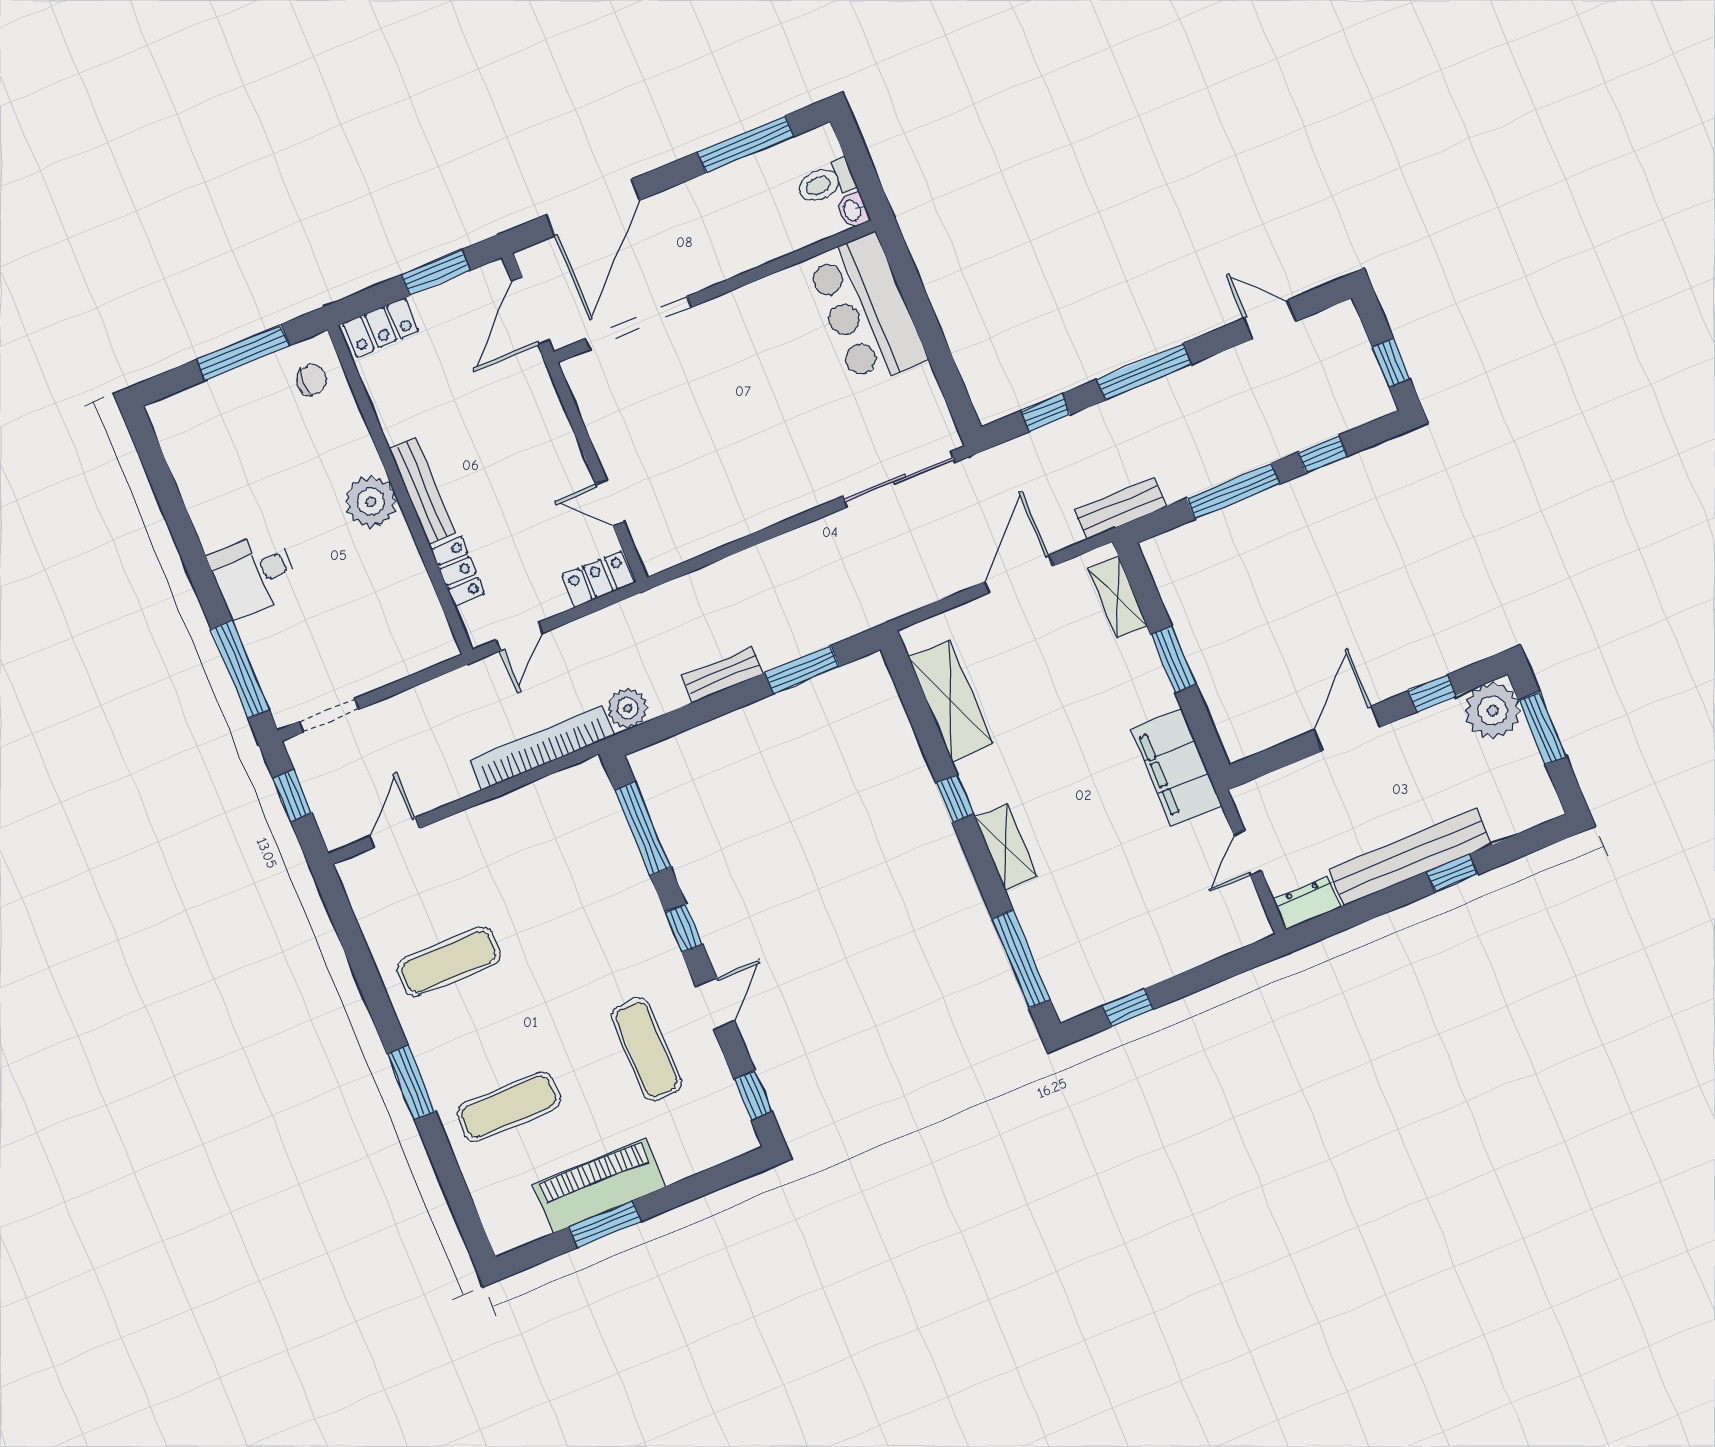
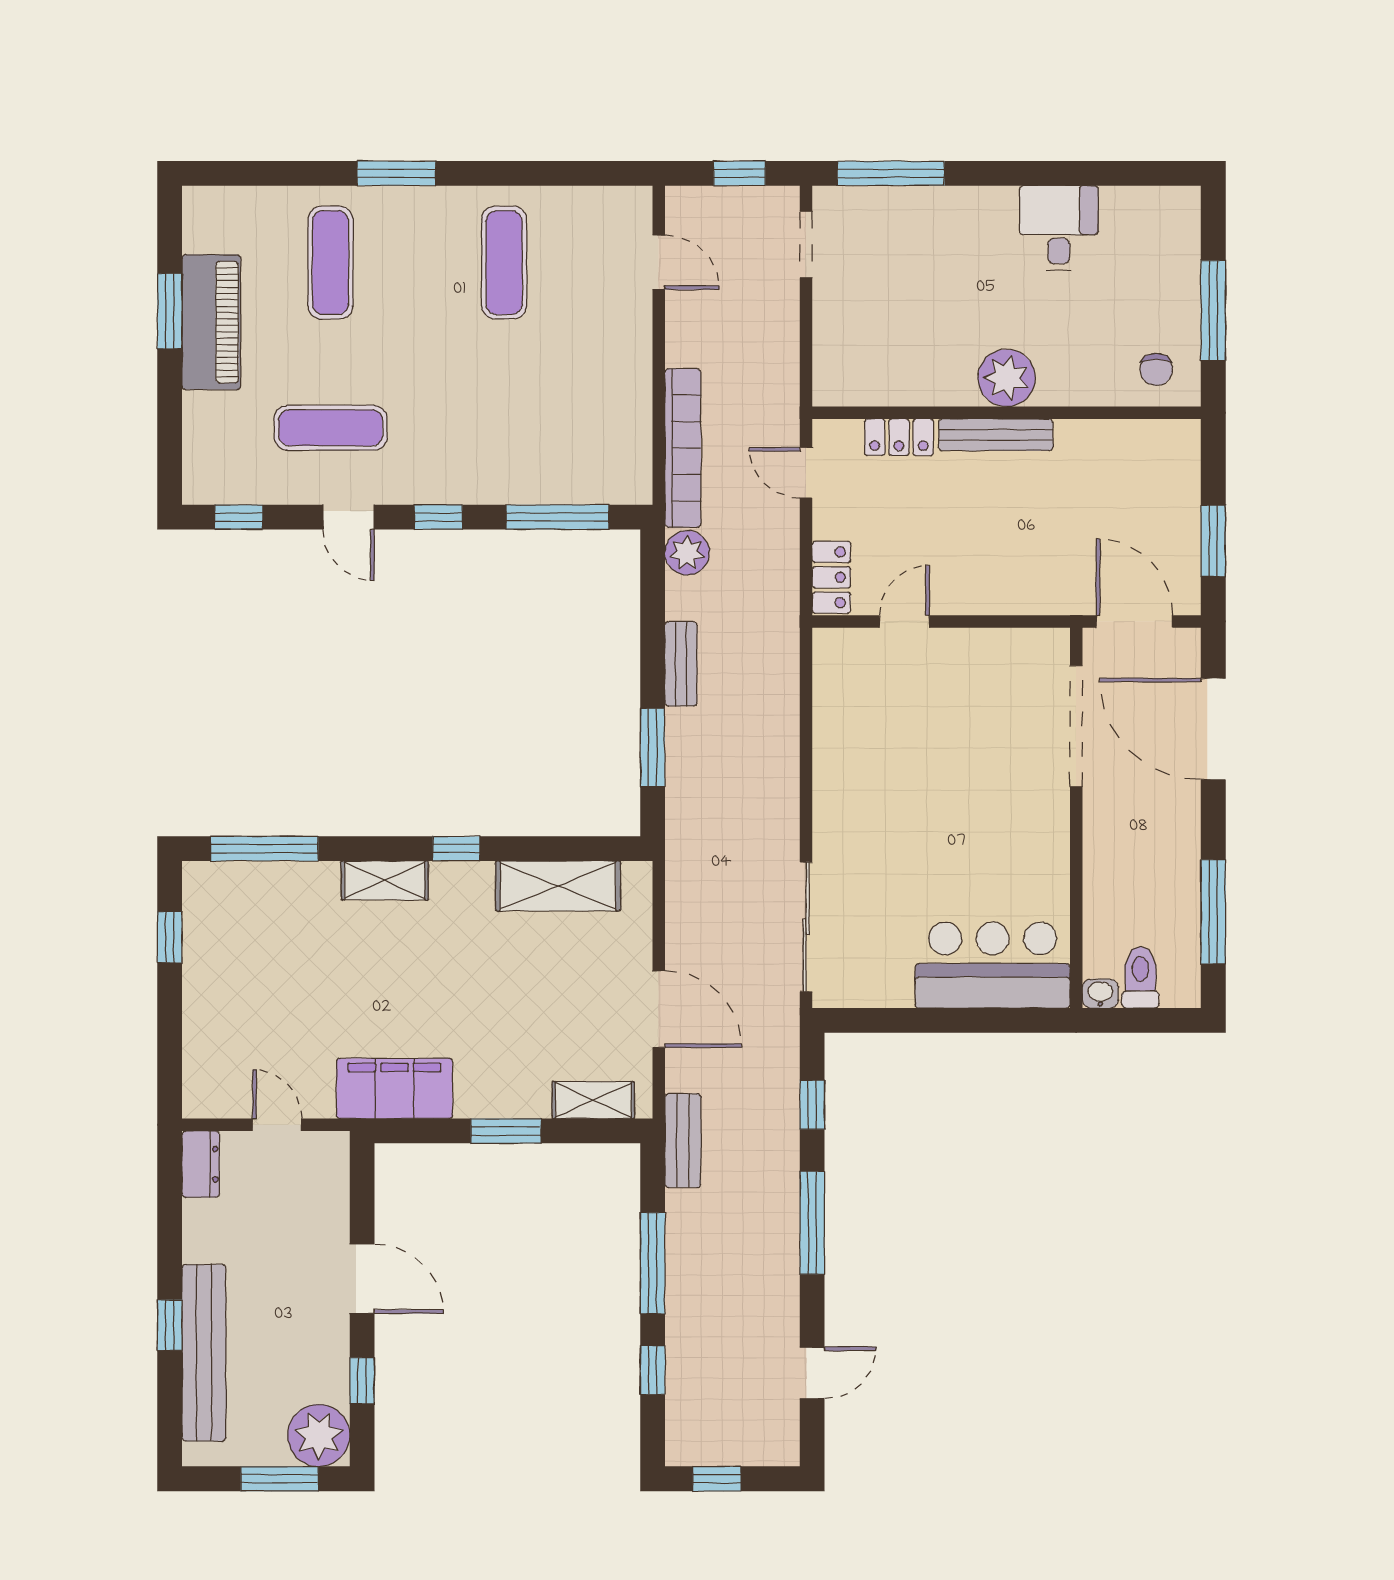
locker: (381, 327) -> (1181, 462), removed
desk: (254, 574) -> (1059, 228), moved
bench: (1410, 857) -> (204, 1353), moved

